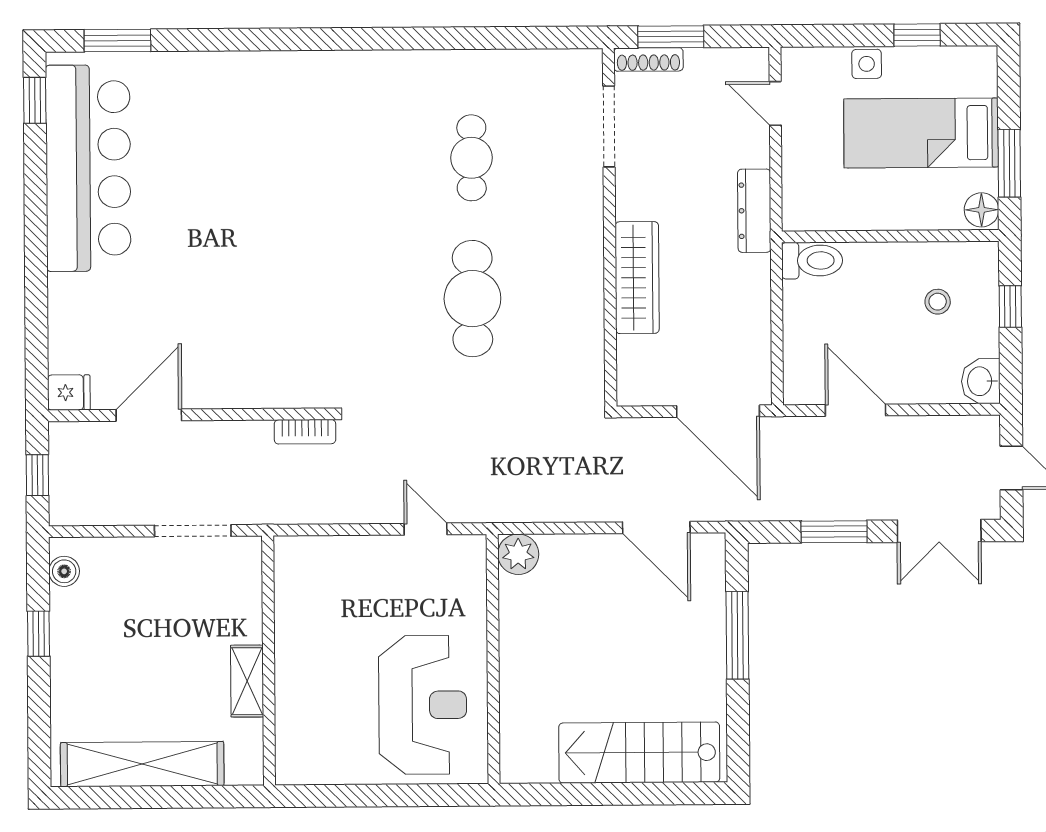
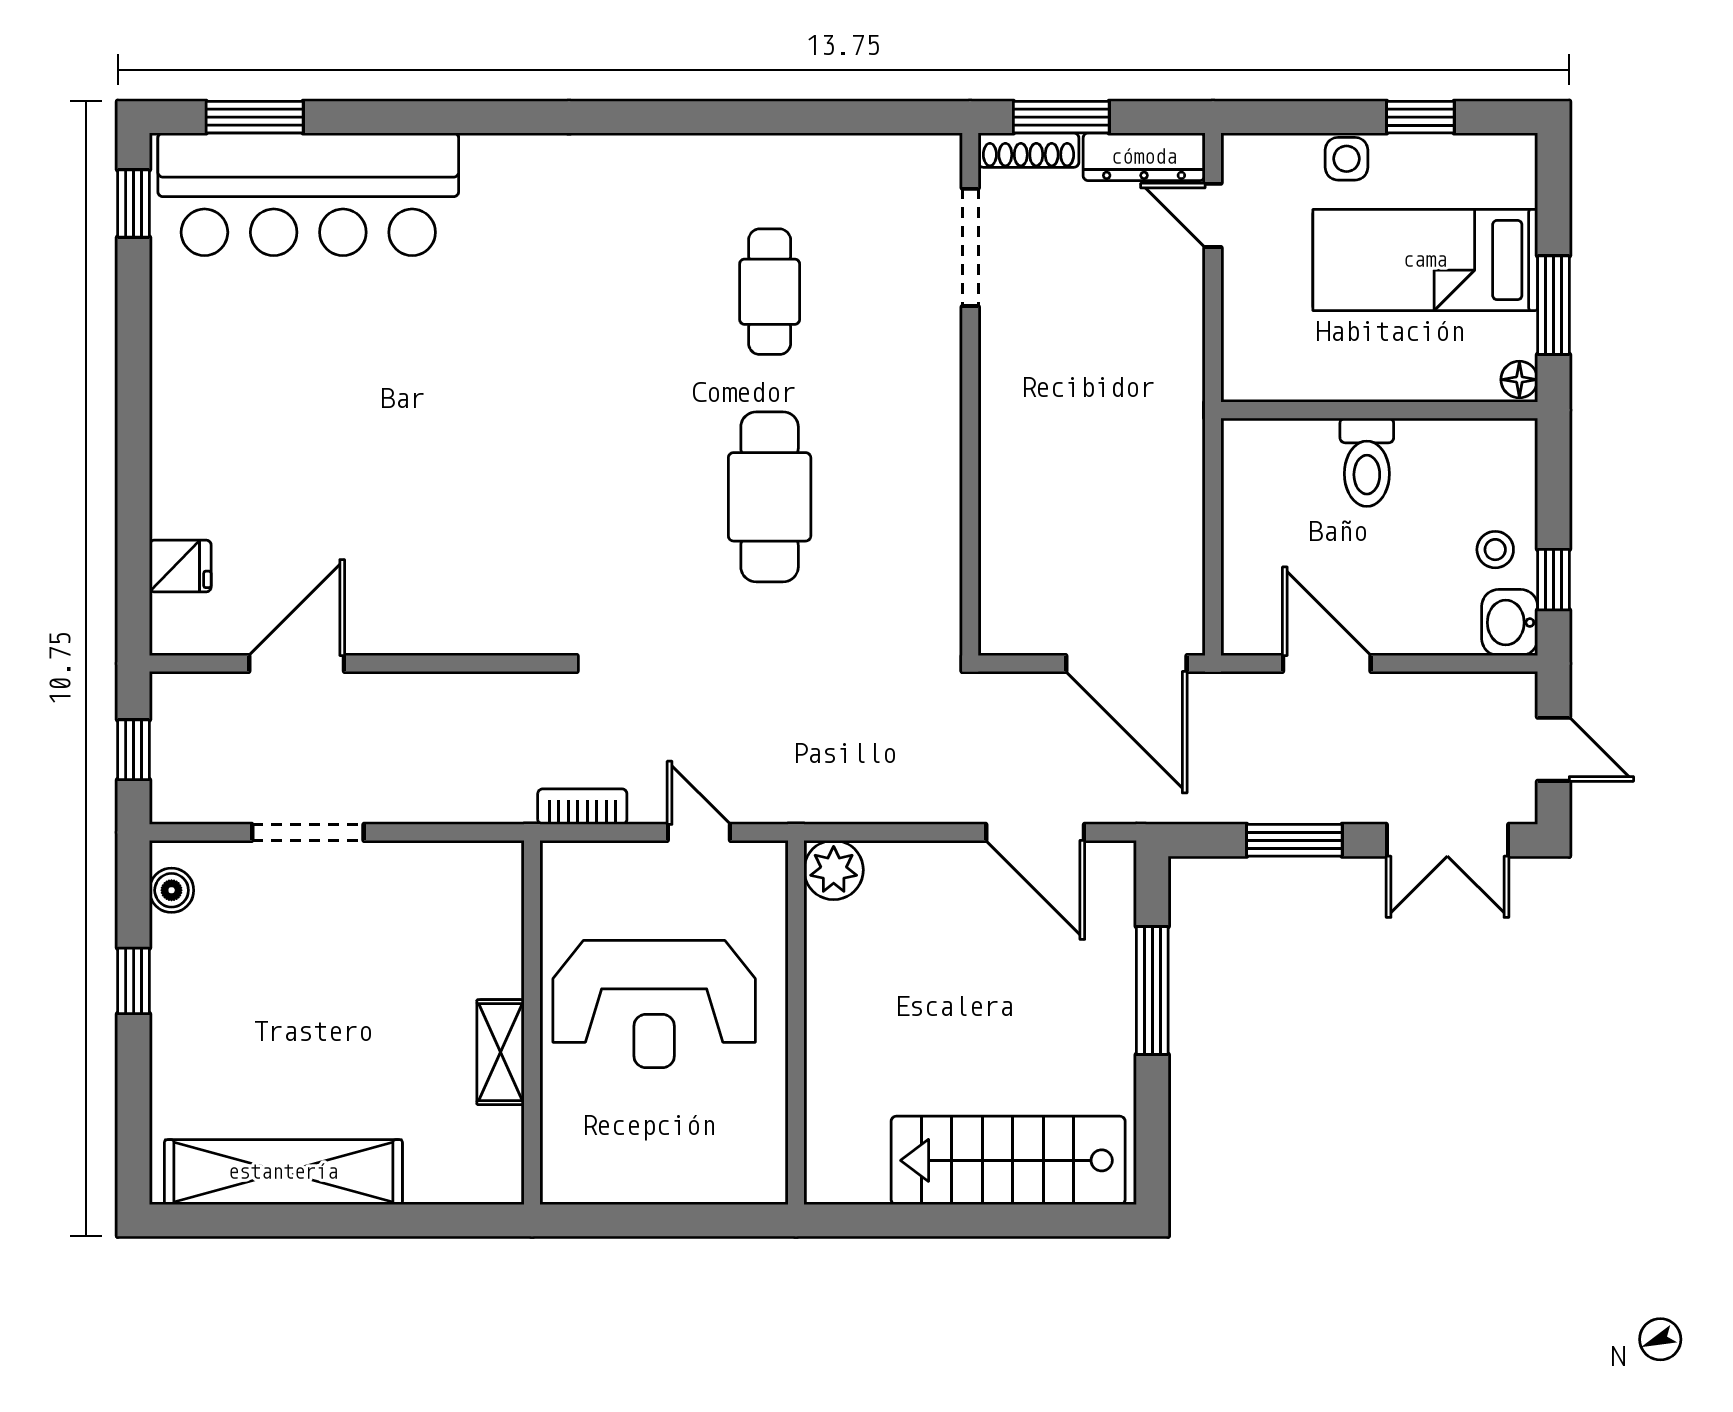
bar counter: (88, 168) -> (308, 194), moved, turned 90
floor lamp: (982, 210) -> (1519, 380), width x0.73, depth x0.73
dresser: (754, 211) -> (1144, 157), moved, turned -90
toilet: (812, 261) -> (1367, 462), moved, turned 90
wardrobe: (637, 278) -> (1010, 468), removed
stool: (938, 302) -> (1495, 550), moved
window: (1010, 306) -> (1553, 580), moved
fridge: (69, 393) -> (180, 566), moved
bookcase: (305, 432) -> (582, 807), moved, turned 180
doorway: (193, 531) -> (308, 832), moved
wall: (269, 661) -> (532, 1022), moved
shelving: (247, 681) -> (500, 1052), moved
reception desk: (423, 705) -> (654, 1004), moved, turned 90

